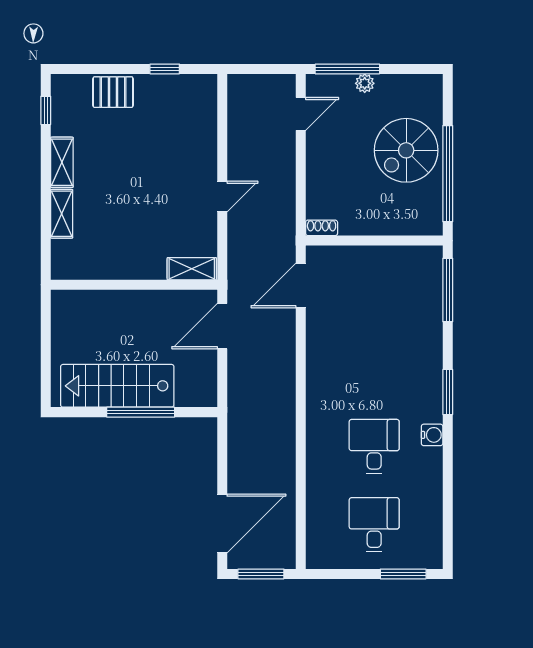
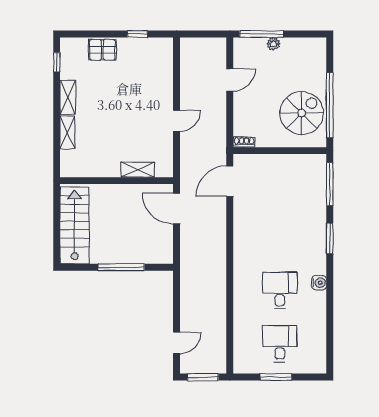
door: (301, 114) -> (230, 80), moved
spiral stairs: (406, 150) -> (302, 113), moved, turned 180
shelving: (192, 269) -> (138, 170), moved
door: (222, 326) -> (177, 209), hinge flipped
stairs: (117, 386) -> (75, 225), moved, turned 90
window: (448, 392) -> (330, 239), moved
door: (222, 523) -> (177, 343), width x0.53
window: (403, 574) -> (276, 377), moved

